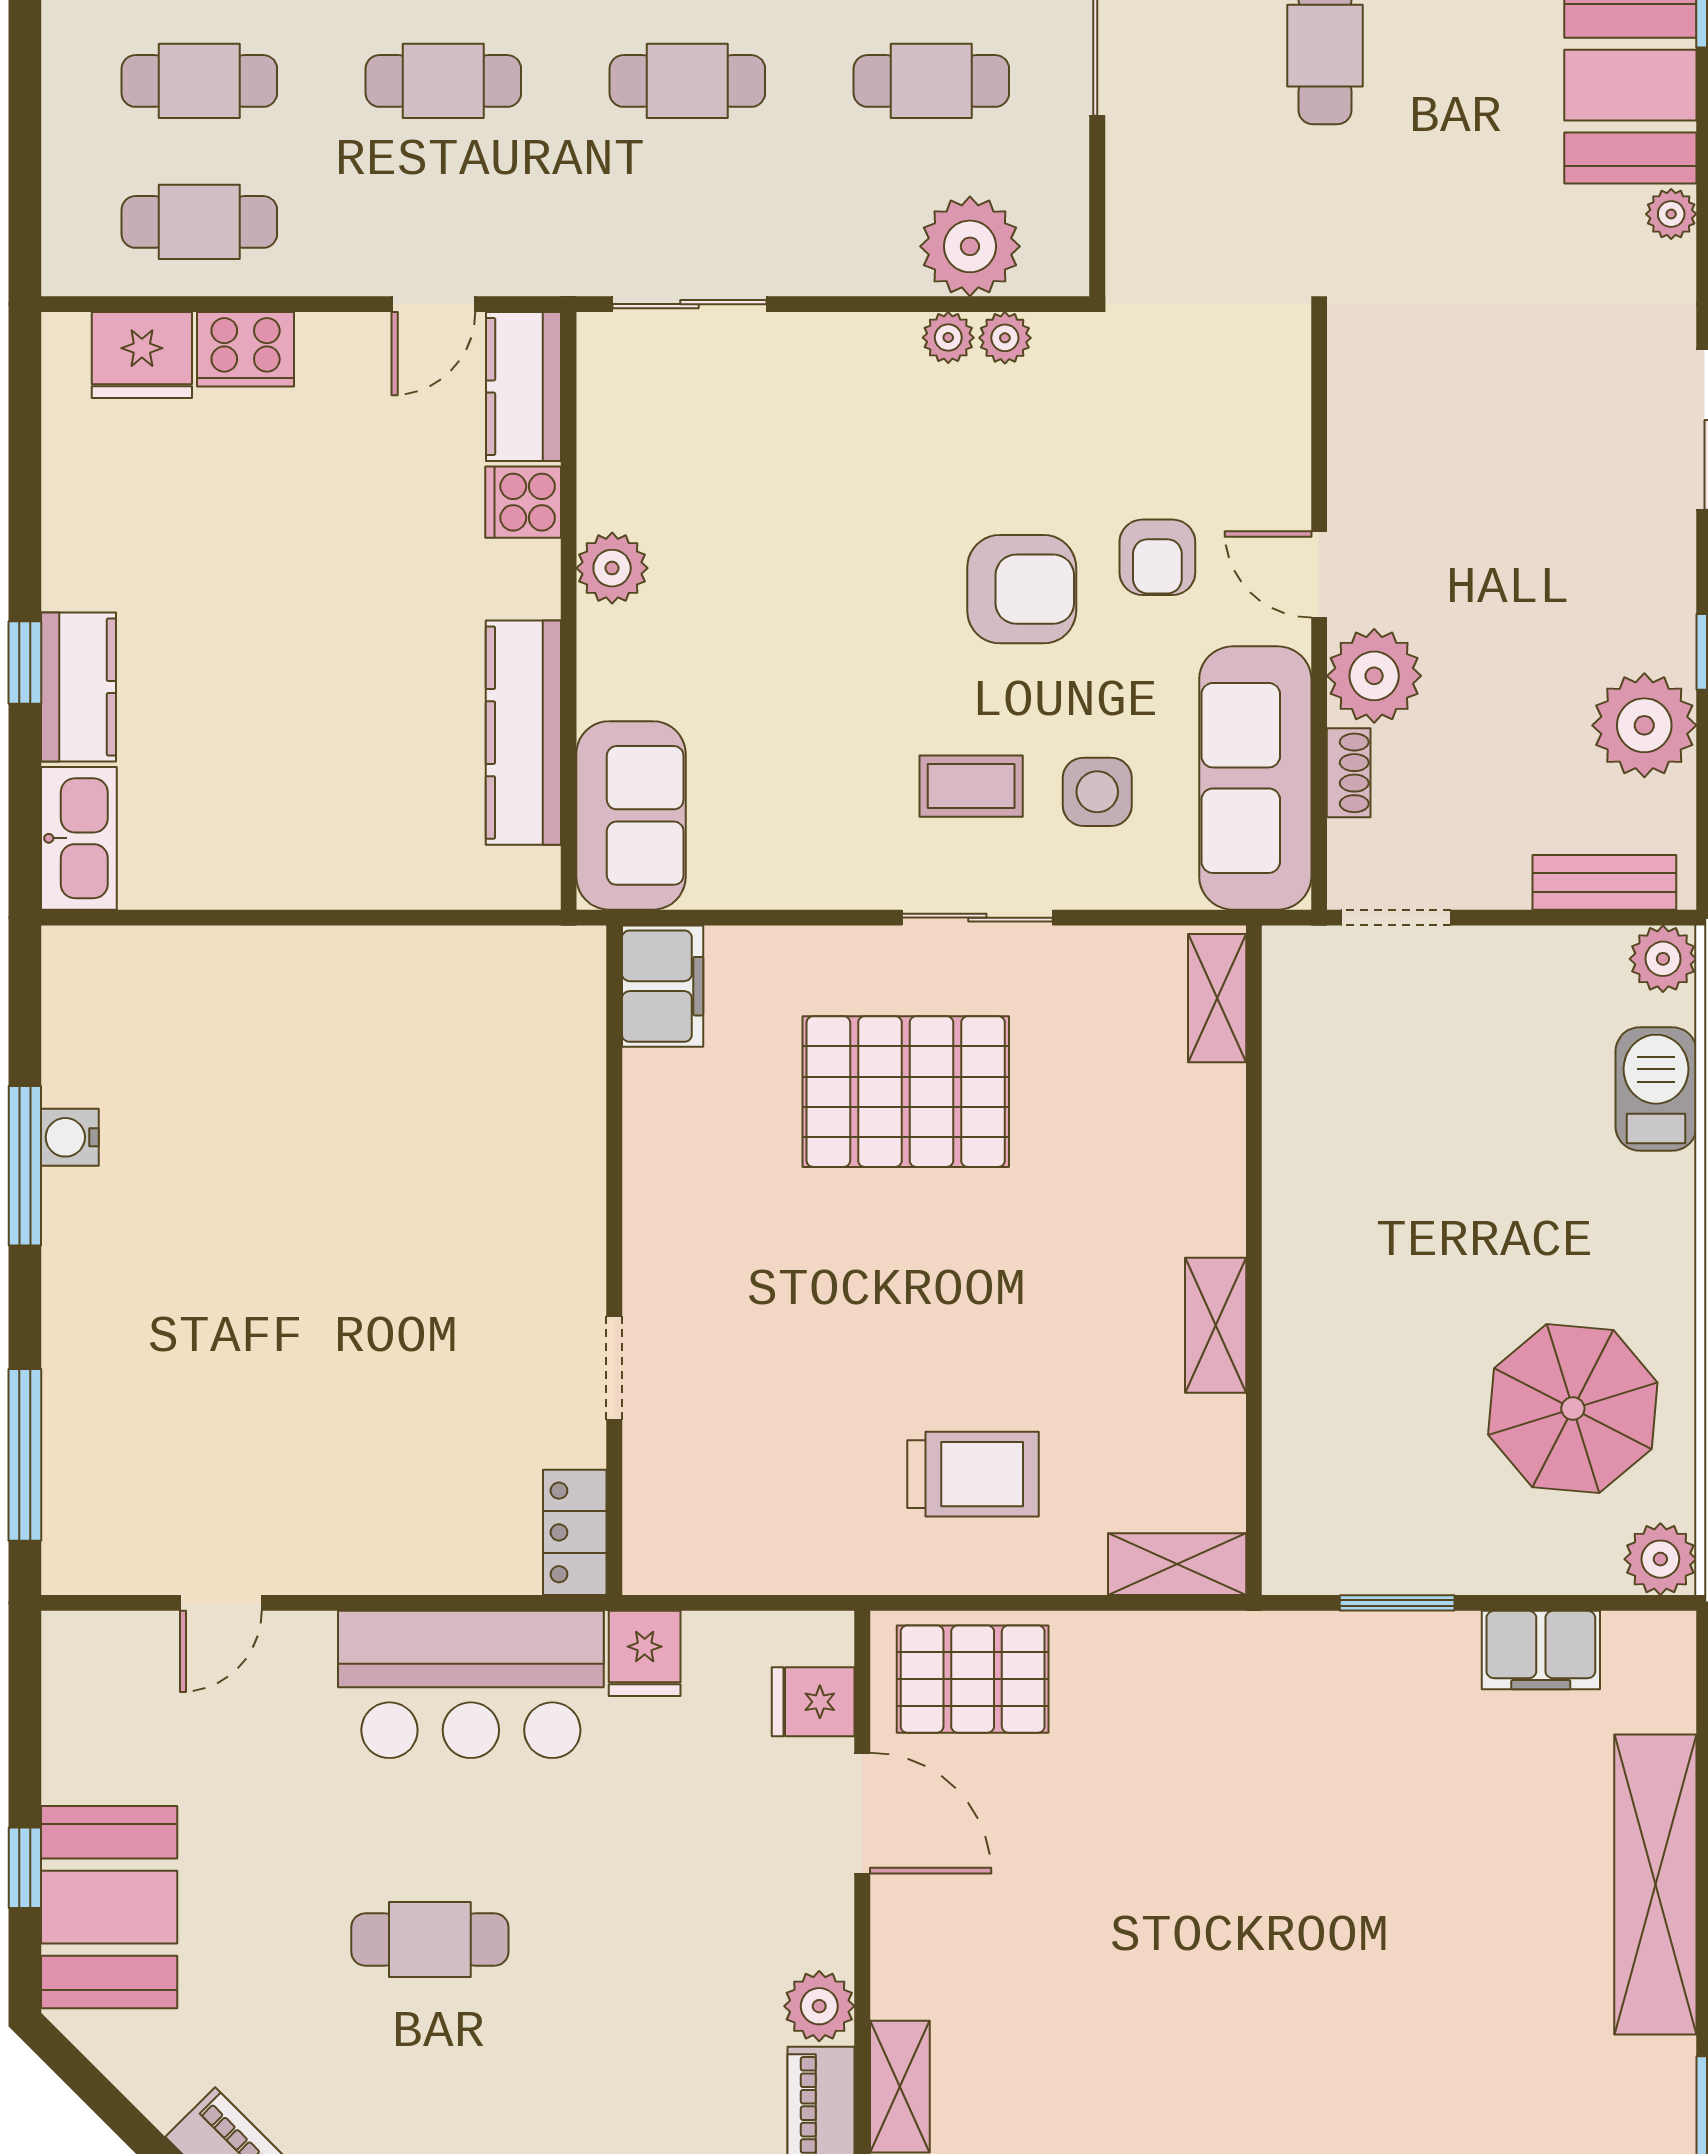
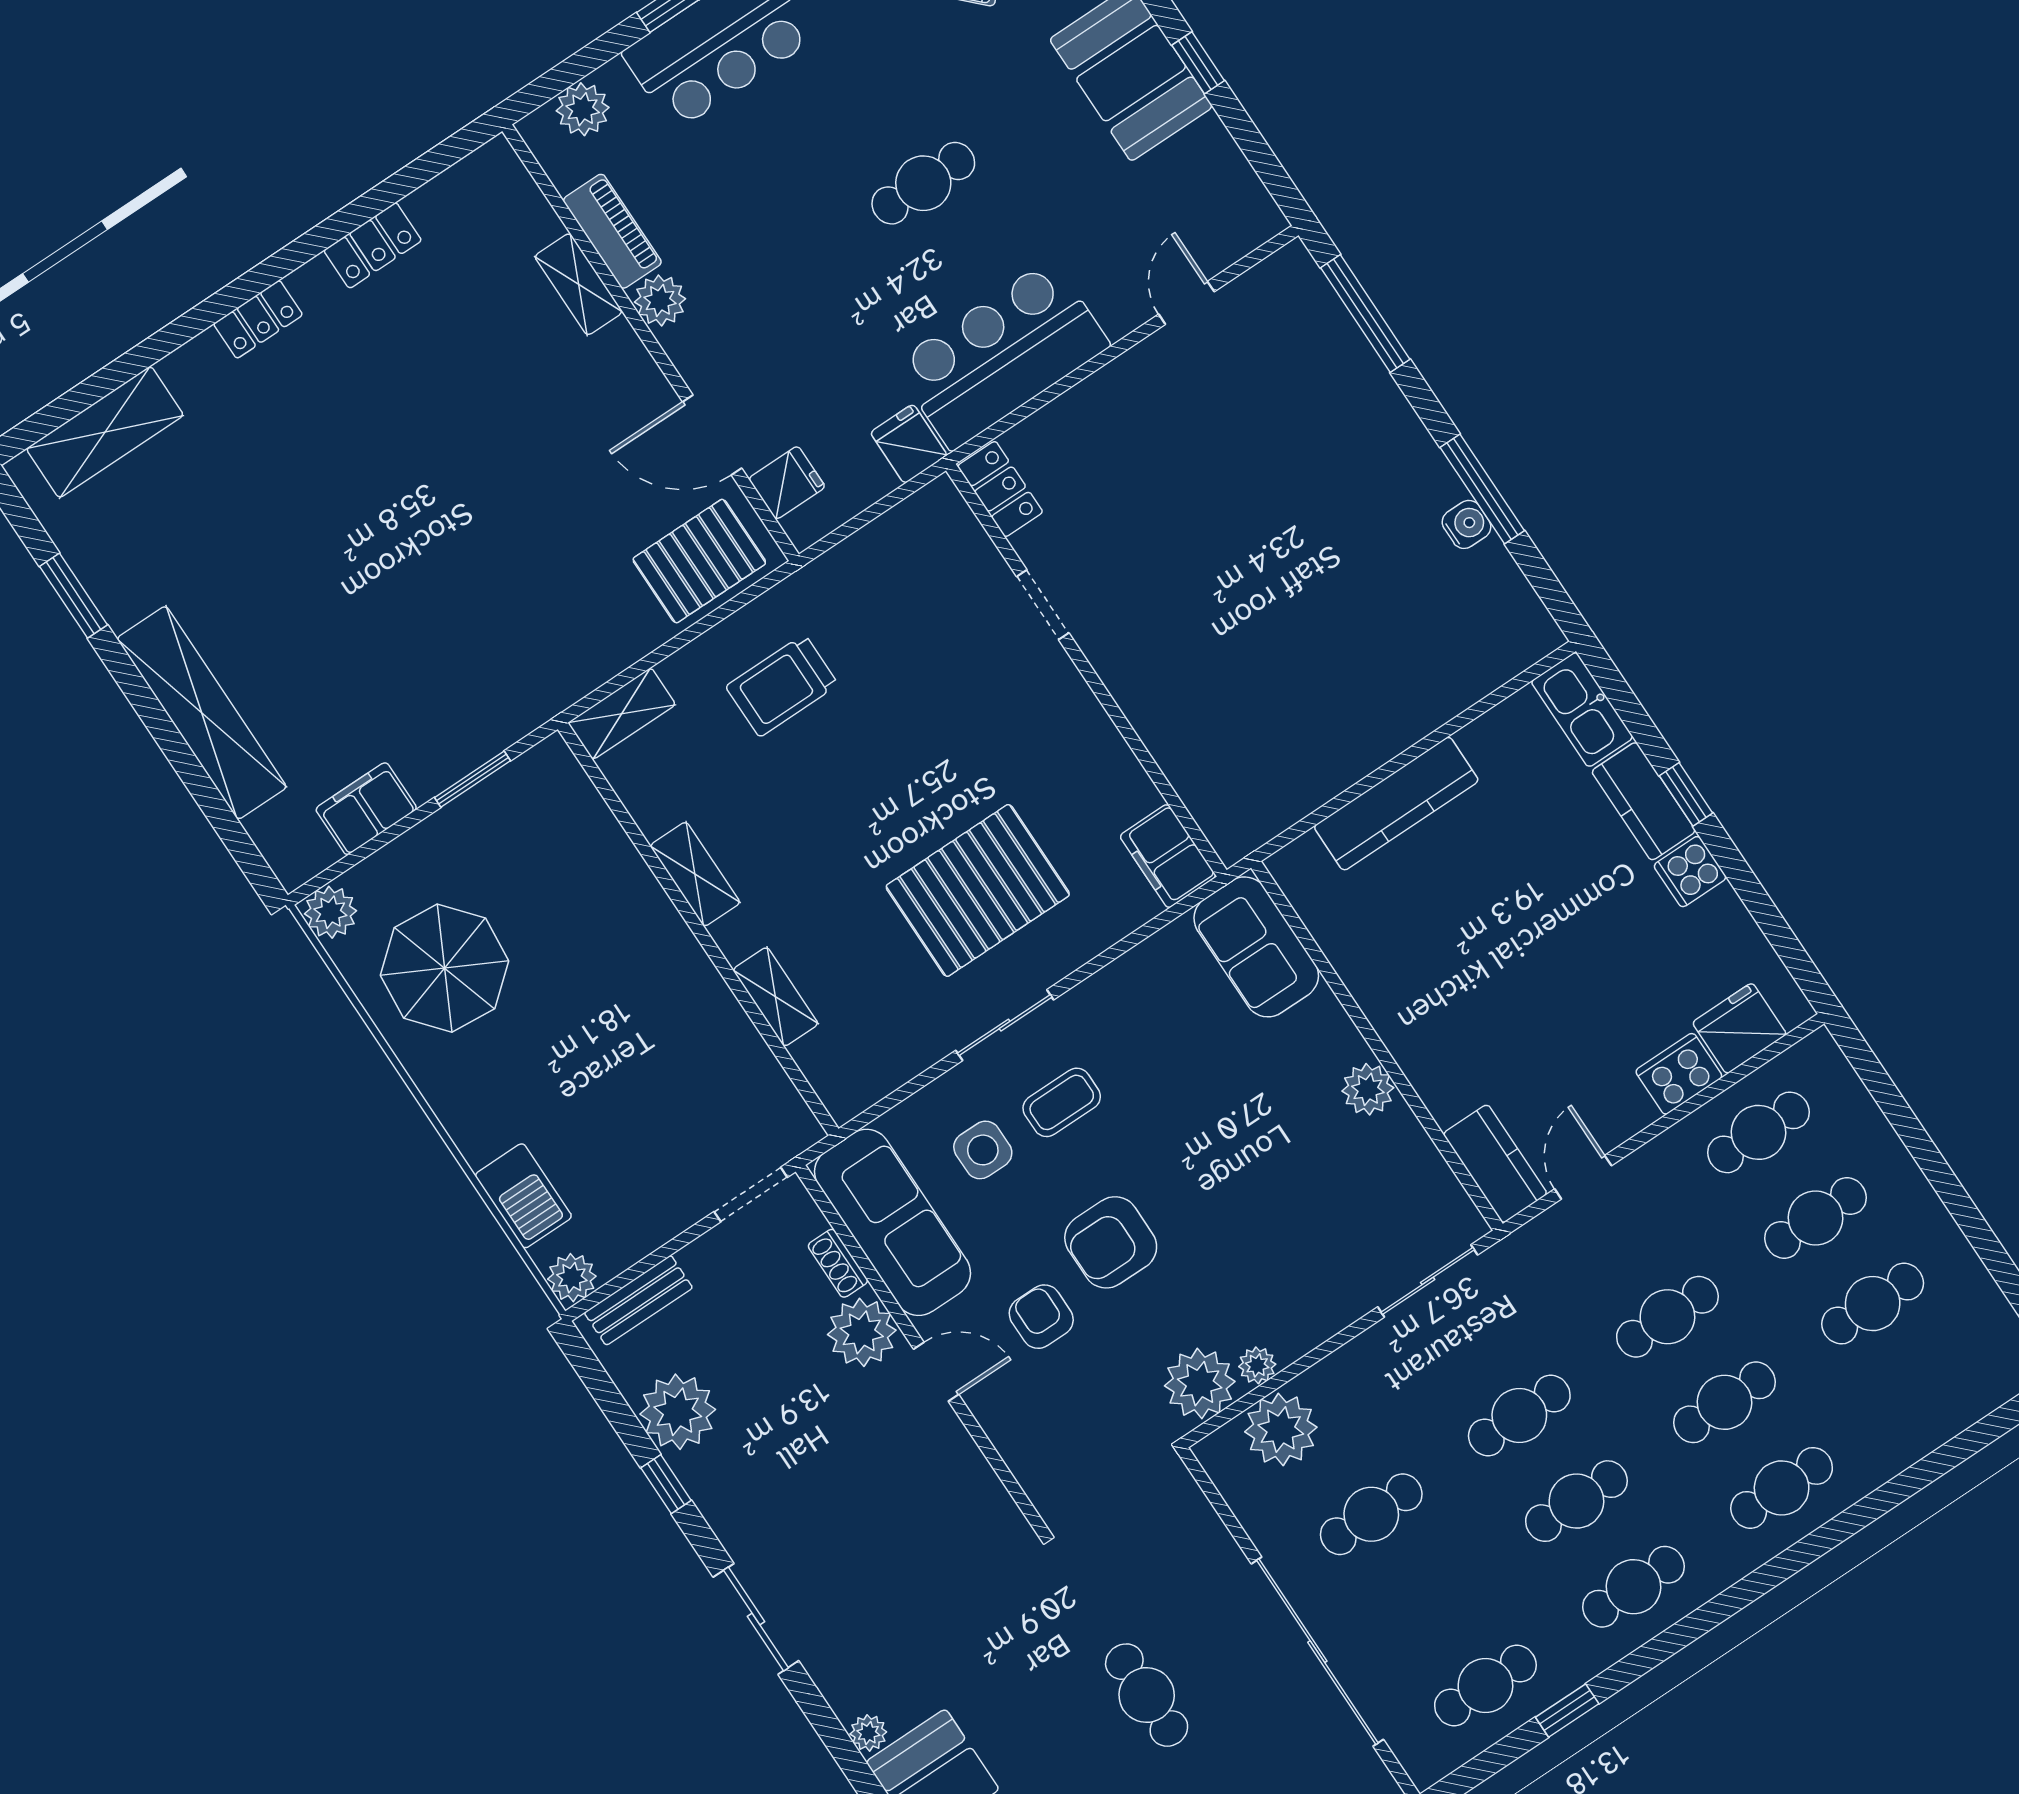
plant: (1005, 338) -> (1200, 1384), width x1.87, depth x1.87
cooker: (523, 502) -> (1690, 872), moved, turned 180
kitchen counter: (523, 733) -> (1396, 804), moved, turned 90
shelving: (1217, 998) -> (775, 997), moved

